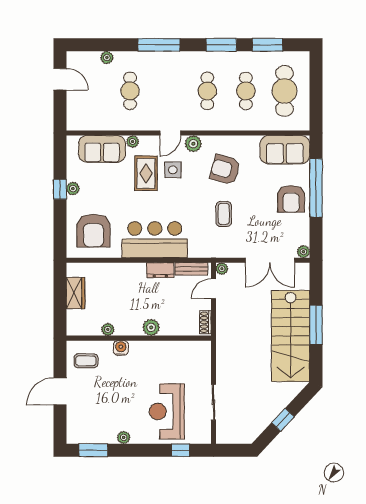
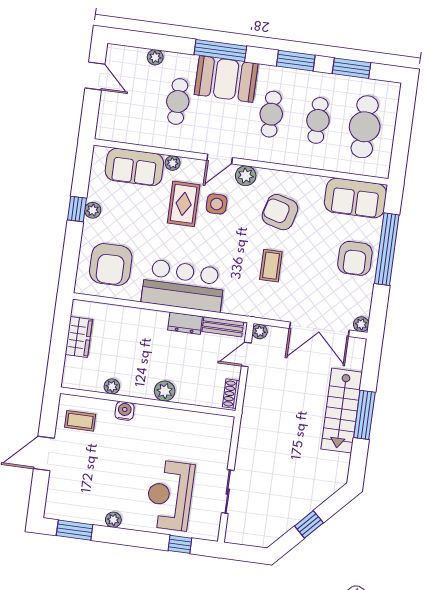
booth: (167, 67) -> (226, 79), added
stairs: (291, 336) -> (342, 411), width x0.73, depth x0.66

